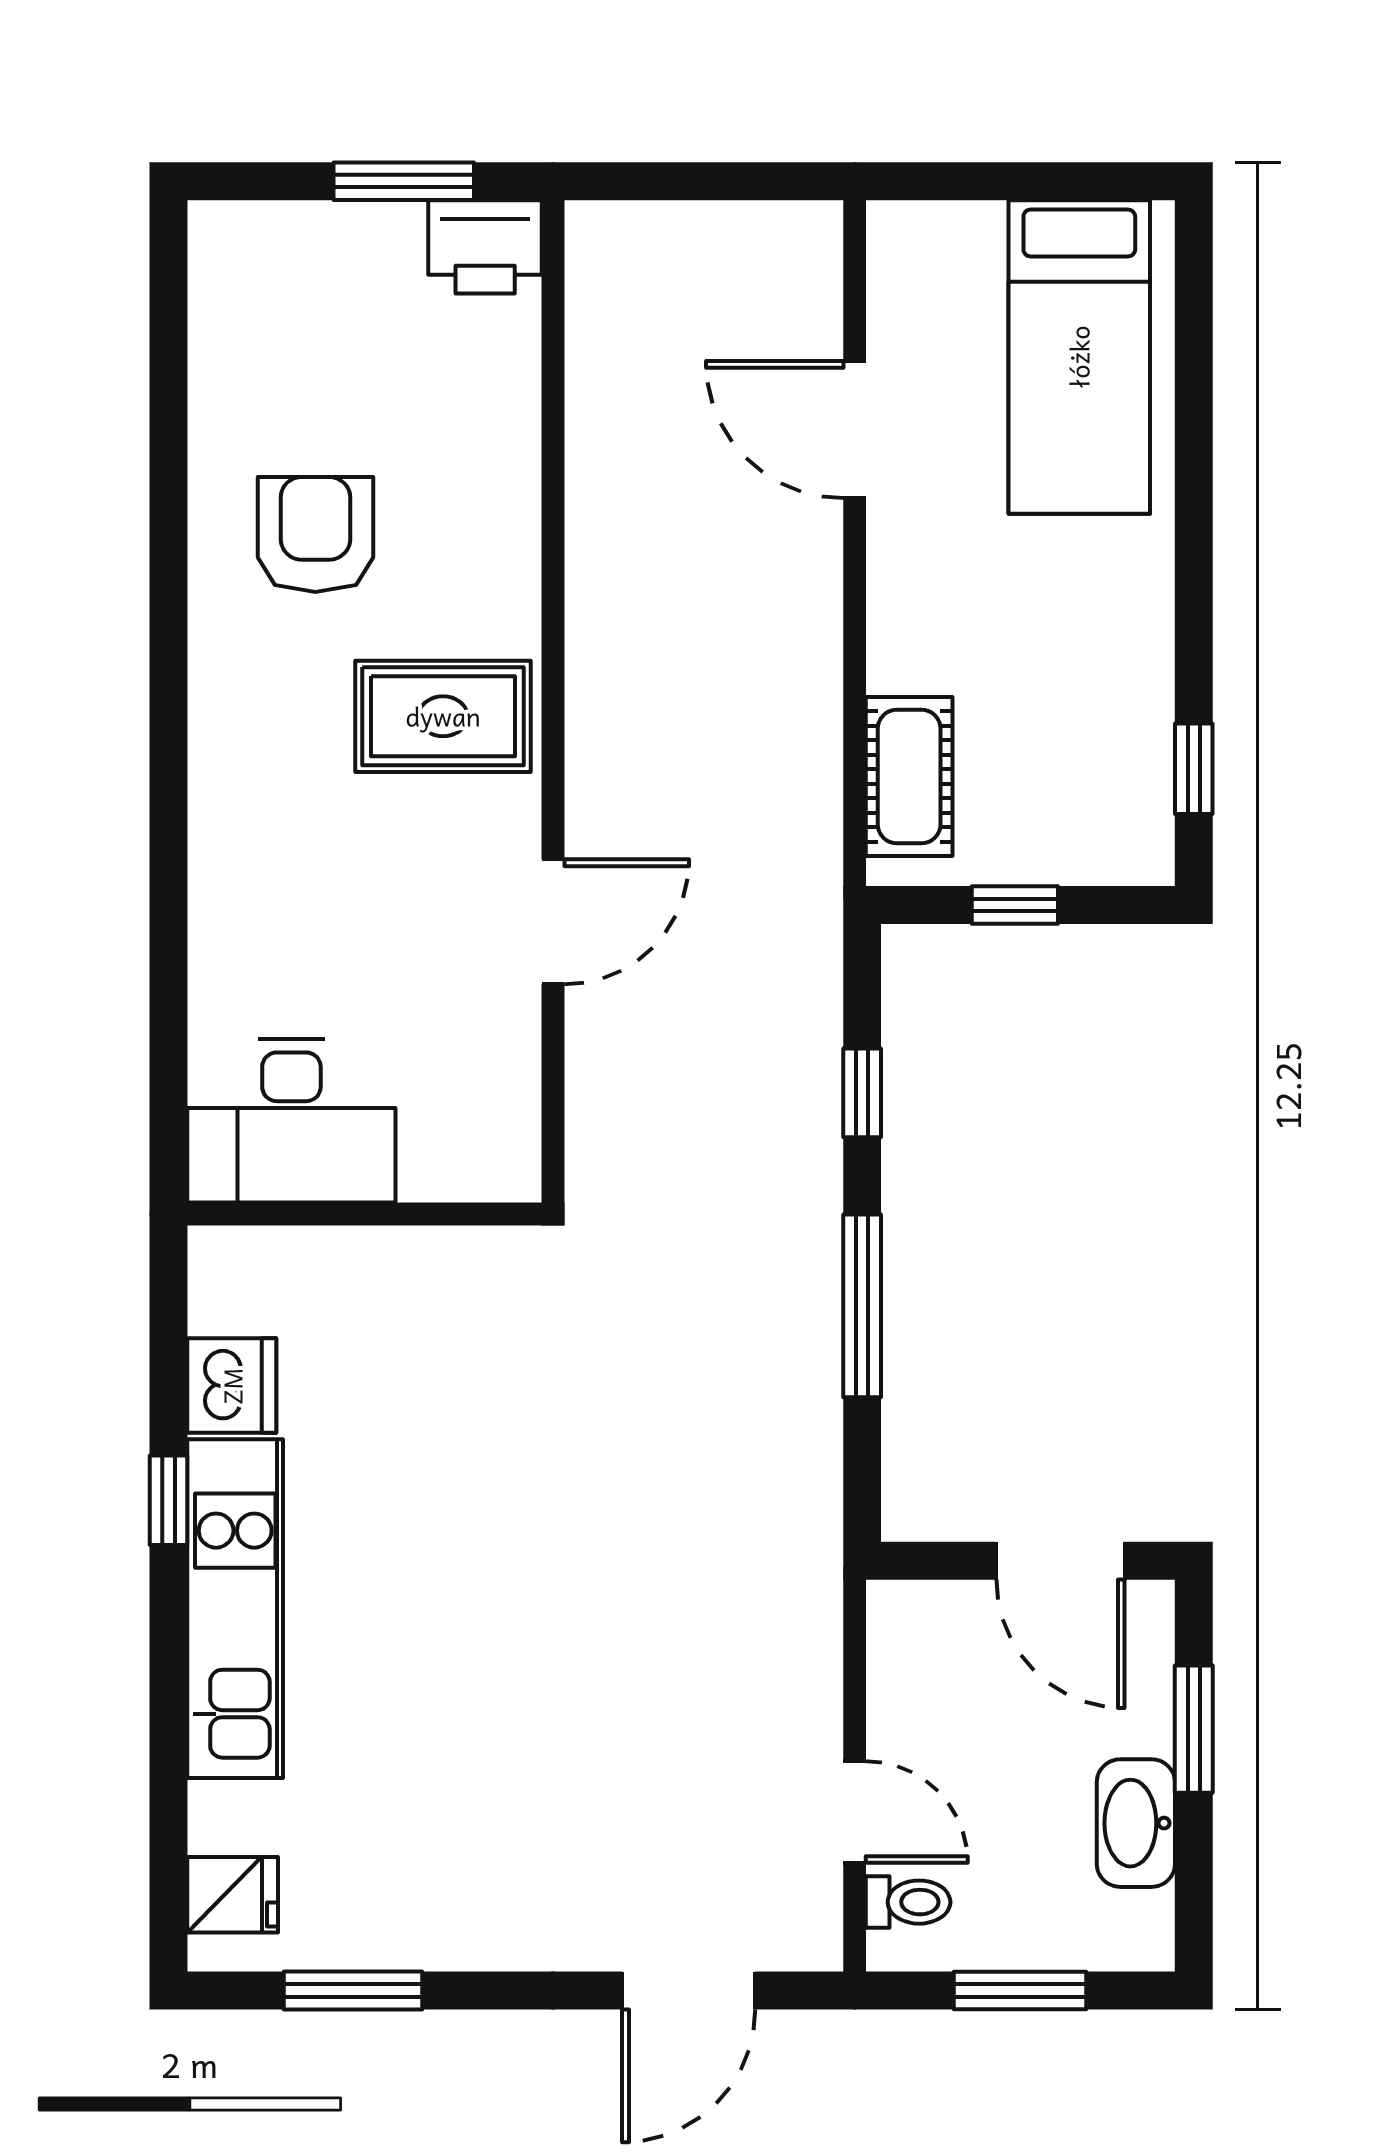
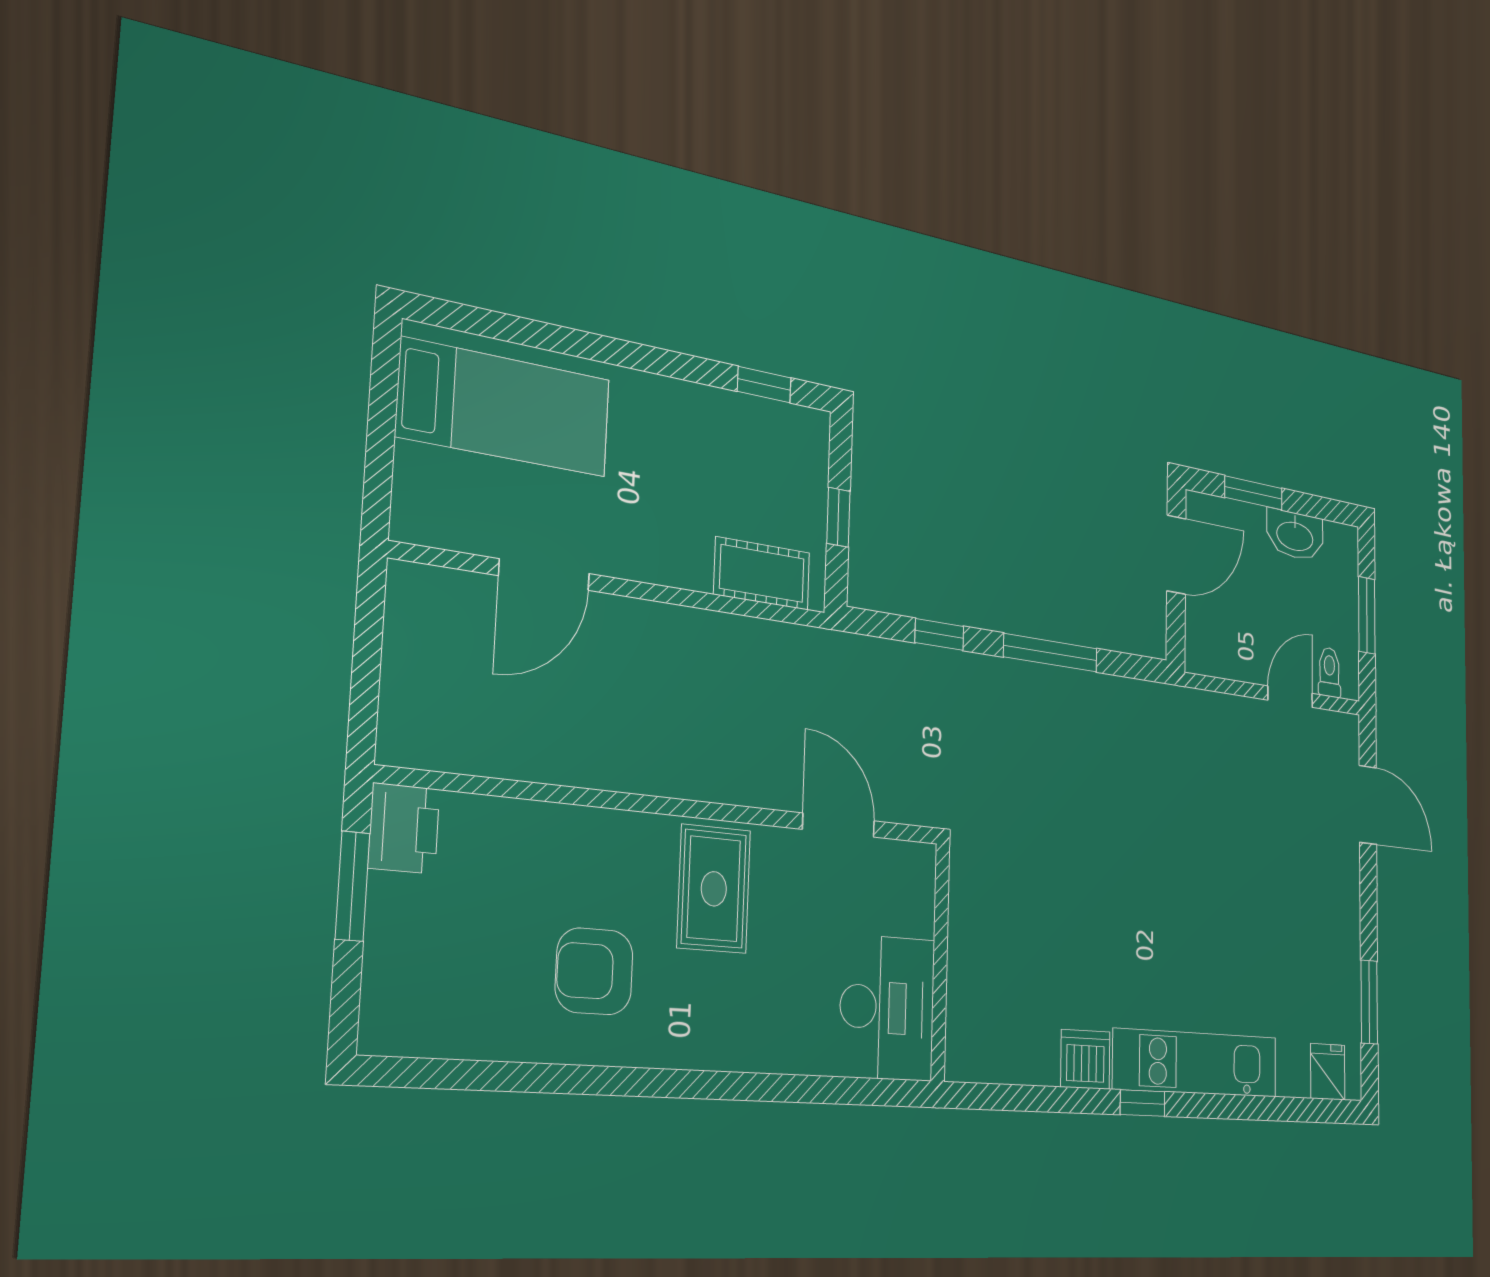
desk: (291, 1121) -> (887, 1008), moved
wall: (365, 1214) -> (940, 962), moved

